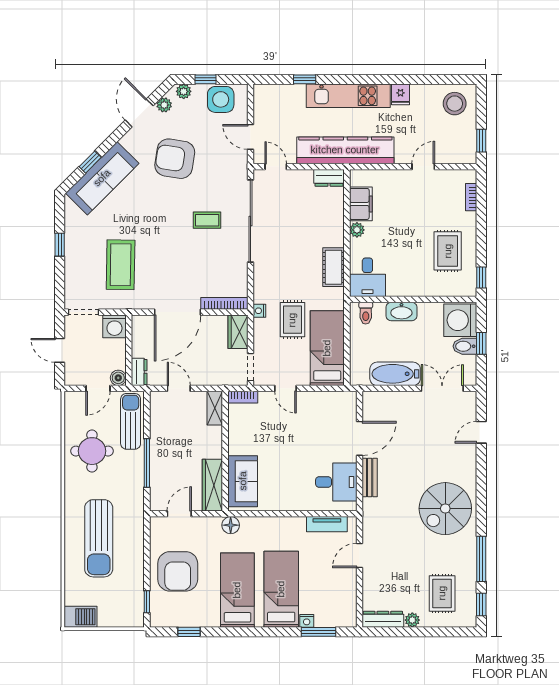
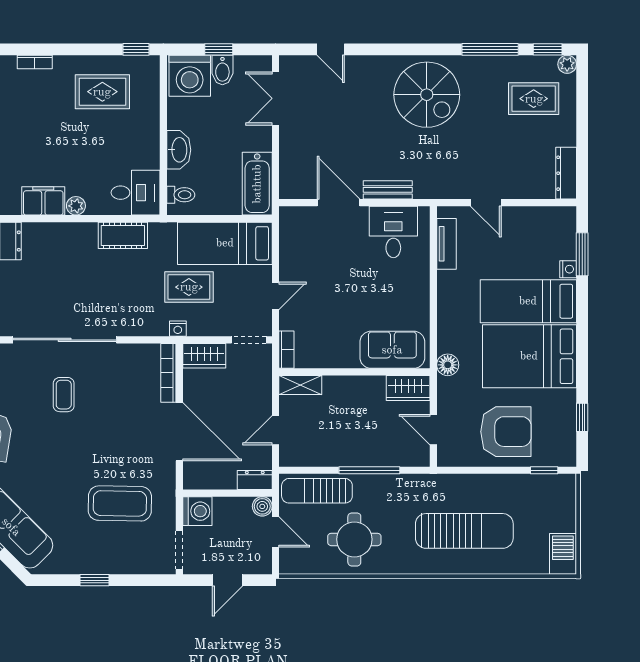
bathtub: (395, 374) -> (257, 184), moved
wardrobe: (212, 485) -> (408, 388), width x0.67
bed: (237, 590) -> (529, 356), width x1.50
plant: (412, 620) -> (567, 64), moved

